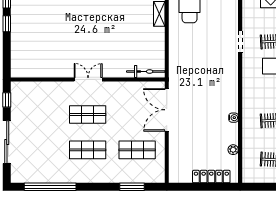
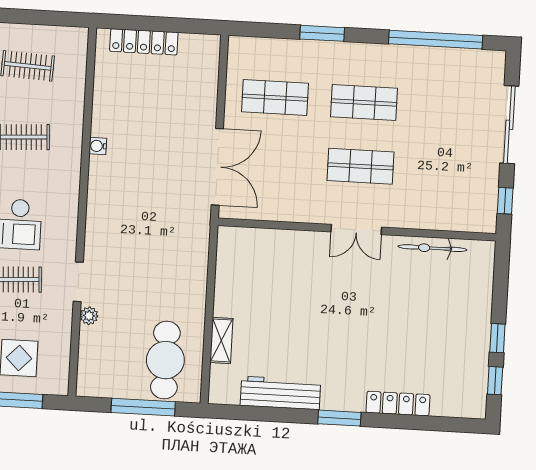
bicycle: (146, 71) -> (432, 248), moved
plant: (233, 150) -> (89, 316), moved
window: (132, 187) -> (322, 33), moved

